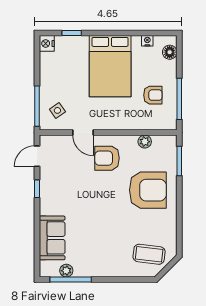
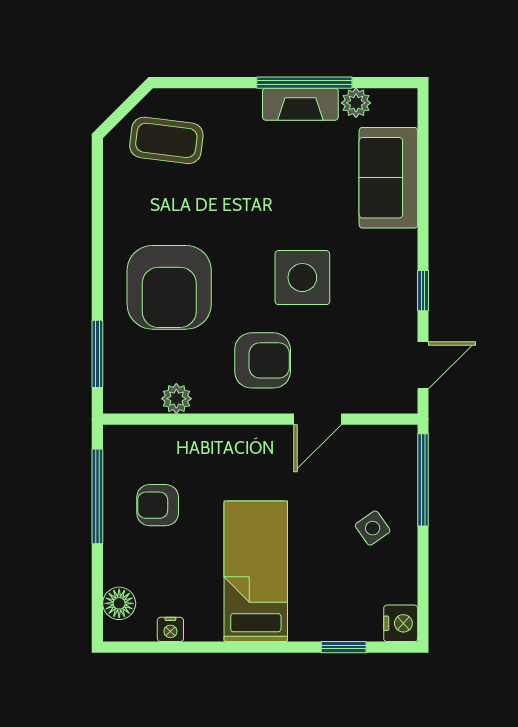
bed: (110, 66) -> (256, 571), width x0.67
side table: (57, 110) -> (373, 528), moved
door: (83, 133) -> (318, 419), swing flipped
armchair: (148, 190) -> (169, 287), turned -90
side table: (90, 194) -> (302, 278), added
fireplace: (91, 270) -> (300, 104), added
window: (71, 279) -> (304, 83), moved

